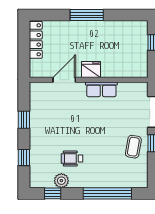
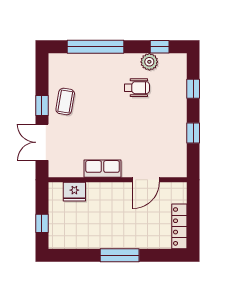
fridge: (91, 70) -> (74, 192), moved

